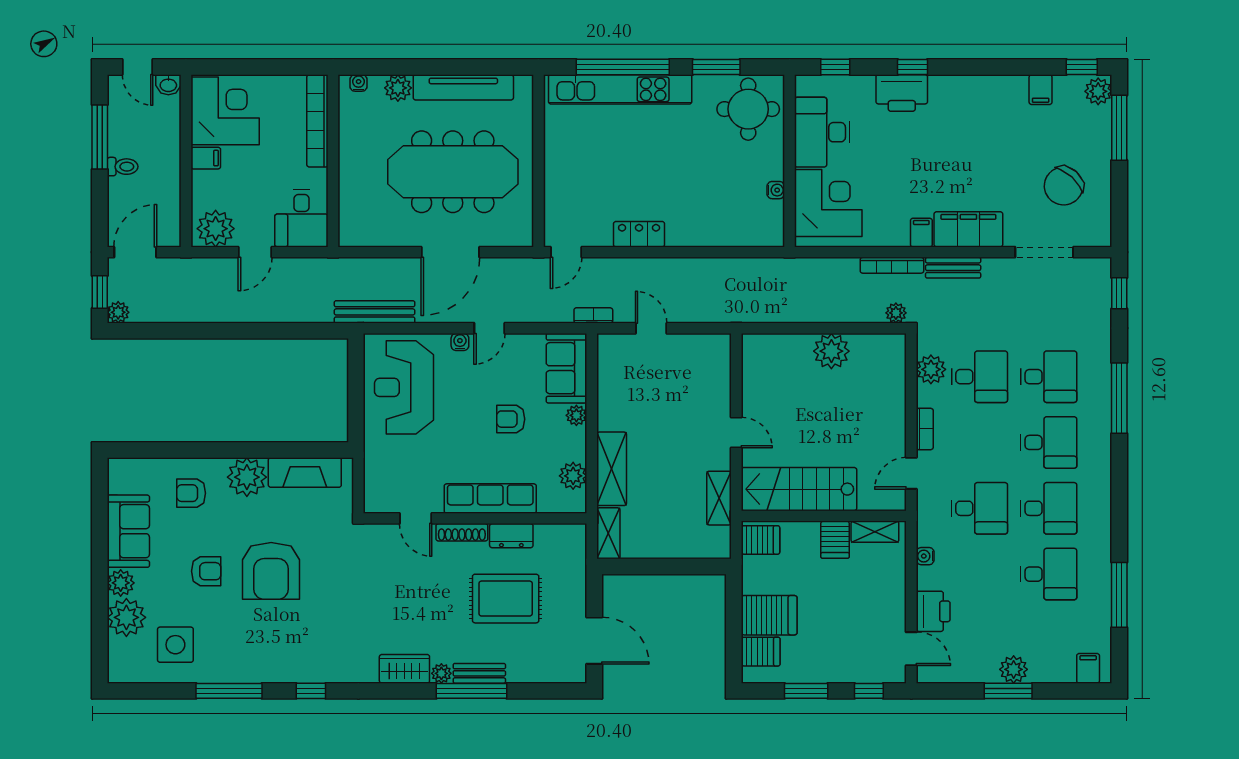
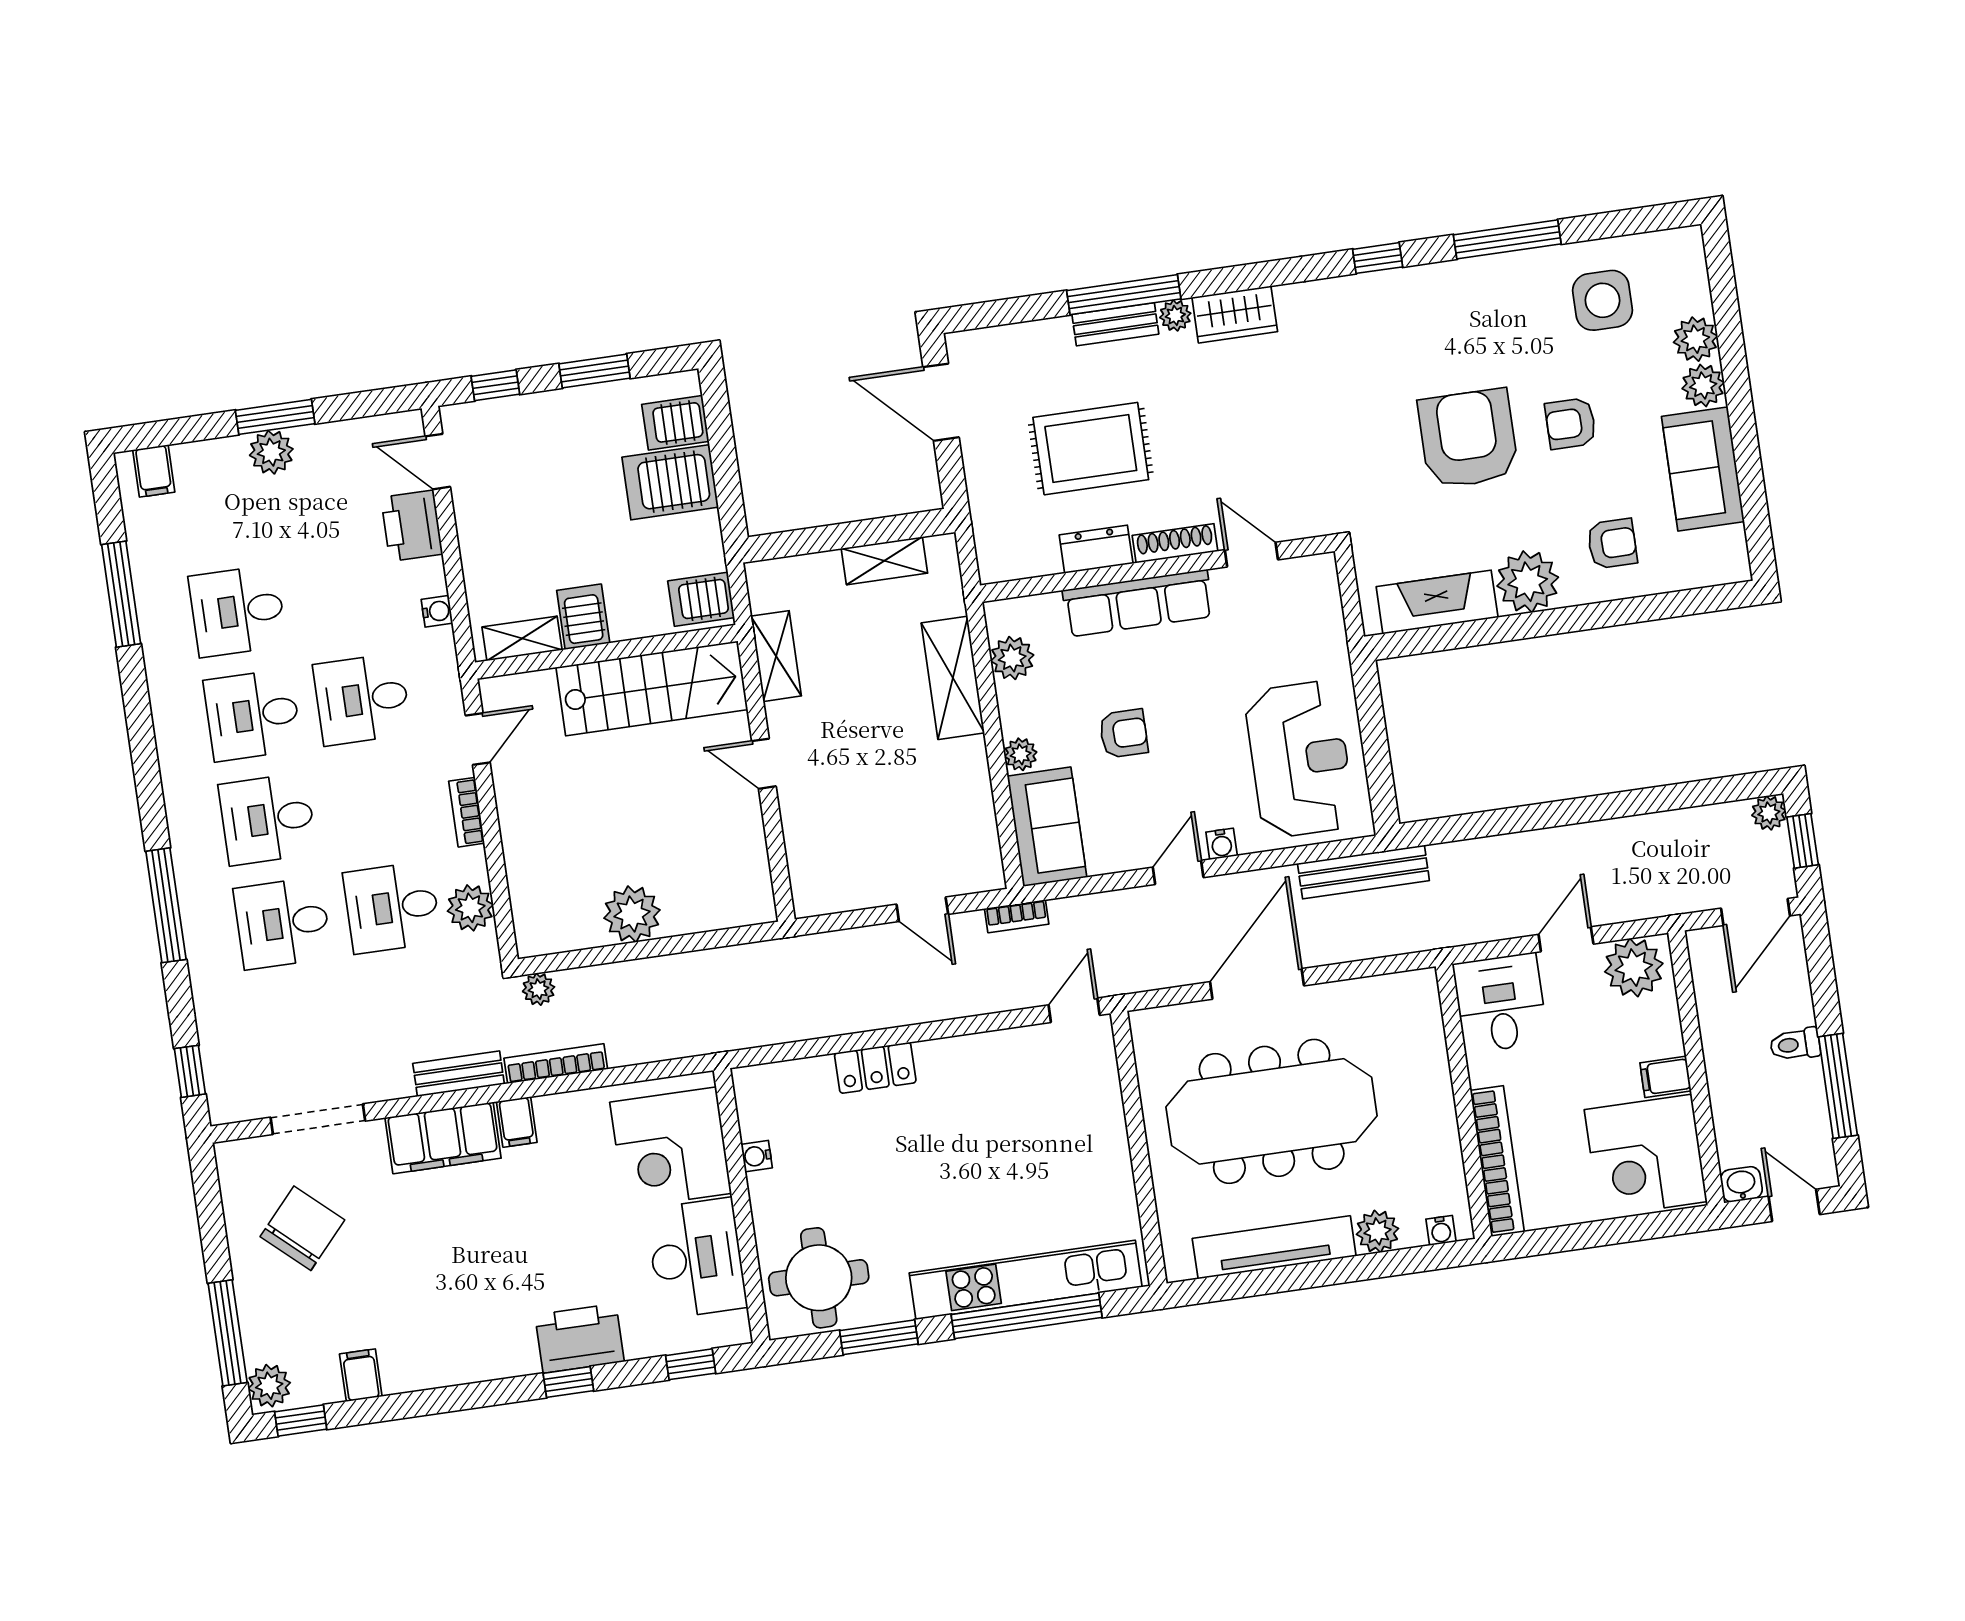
locker: (639, 234) -> (875, 1068), moved
shelving: (608, 533) -> (884, 561), moved, turned 90
plant: (126, 617) -> (1695, 339), width x0.73, depth x0.73

